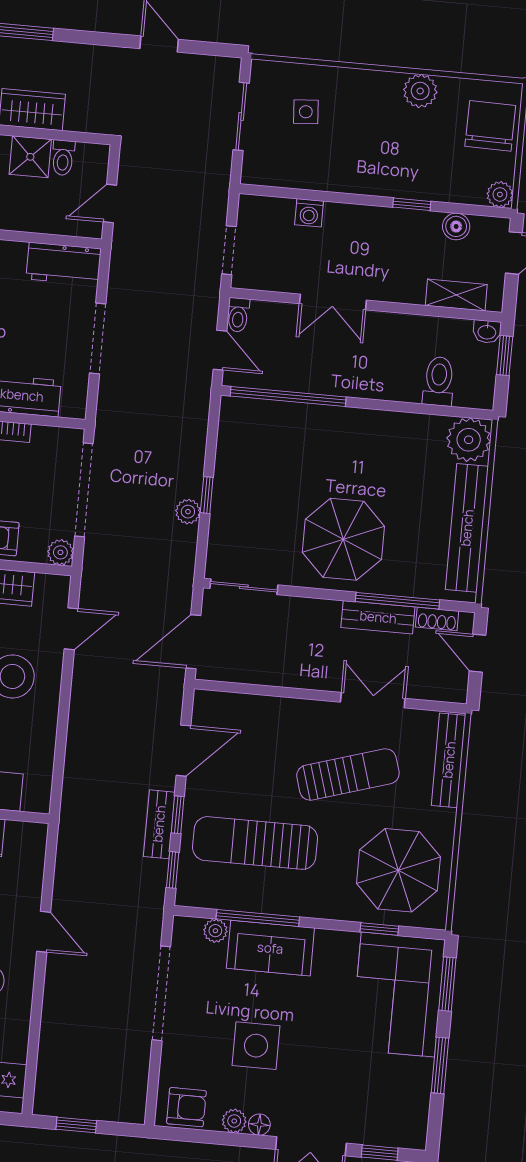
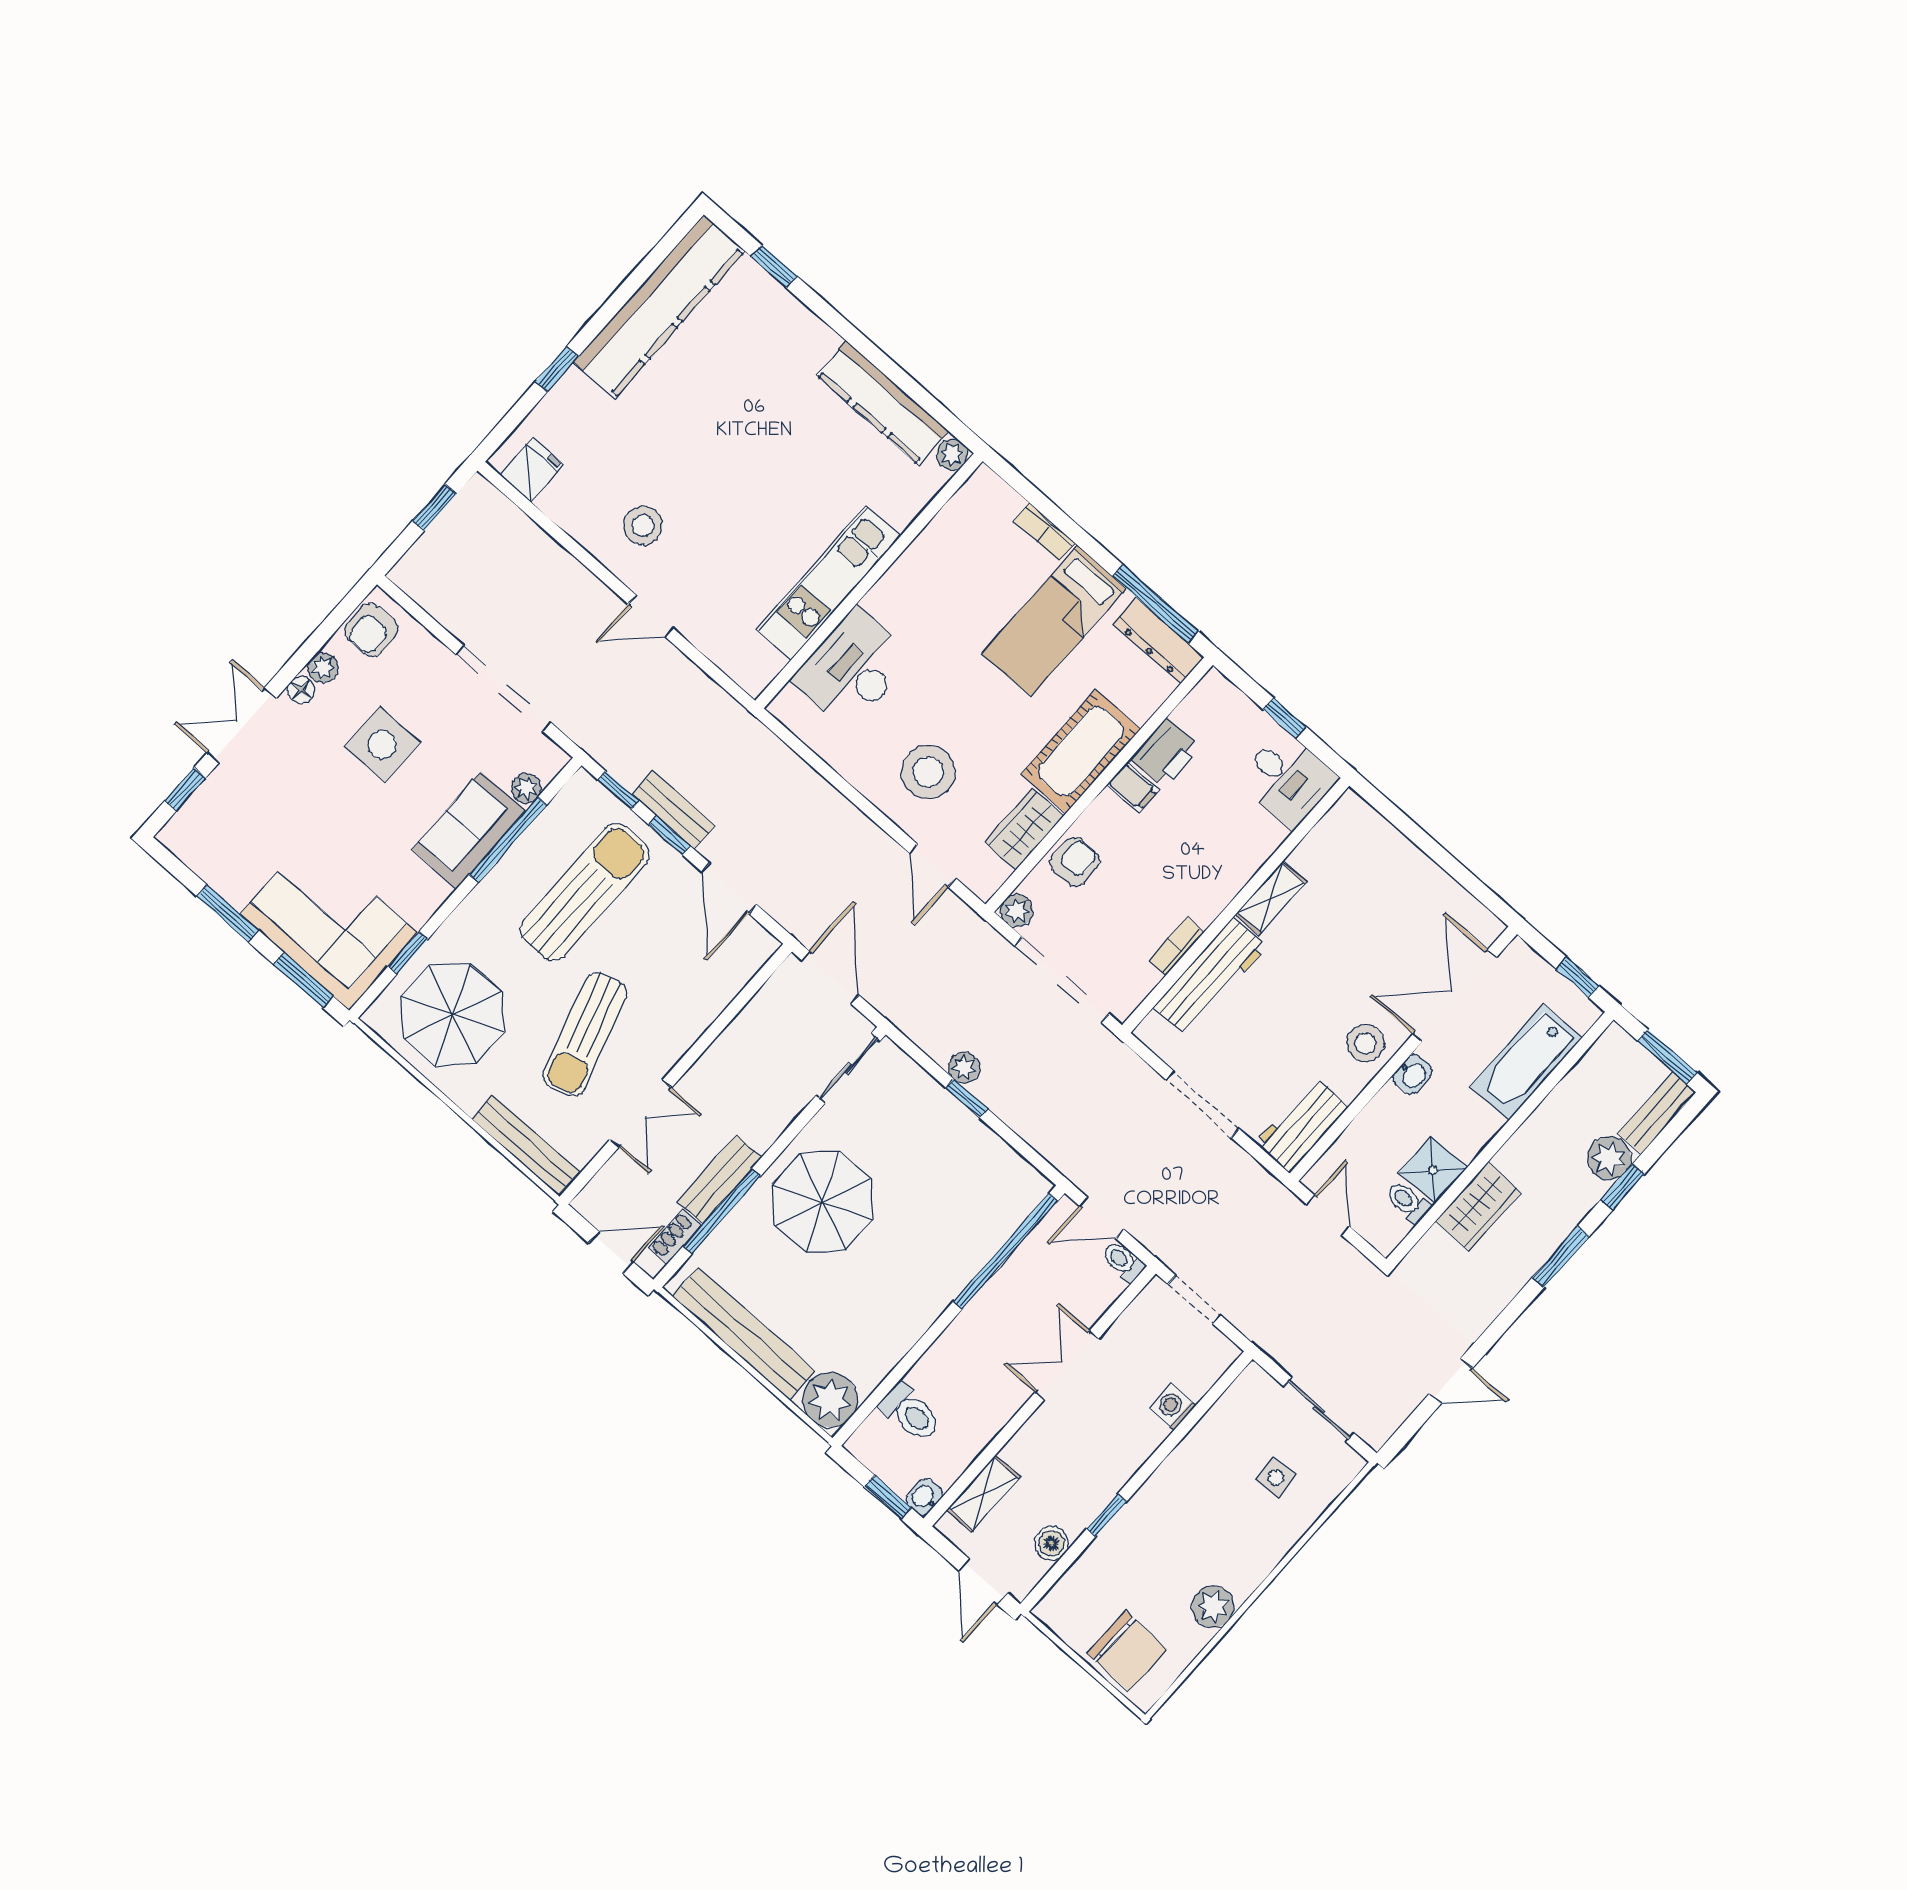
plant: (500, 194) -> (1052, 1610), removed

